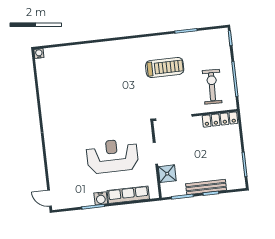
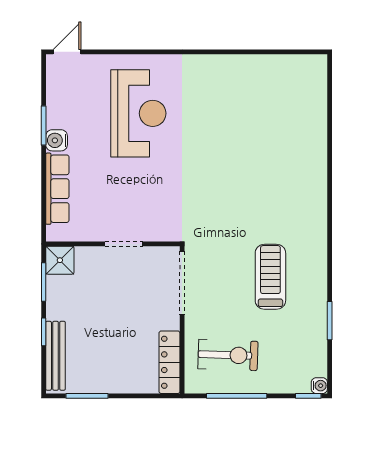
water cooler: (39, 54) -> (319, 386), moved
treadmill: (165, 67) -> (270, 277), turned 180
reception desk: (112, 156) -> (138, 113), moved
shower: (167, 174) -> (60, 260), moved
bench: (206, 187) -> (56, 356), moved

